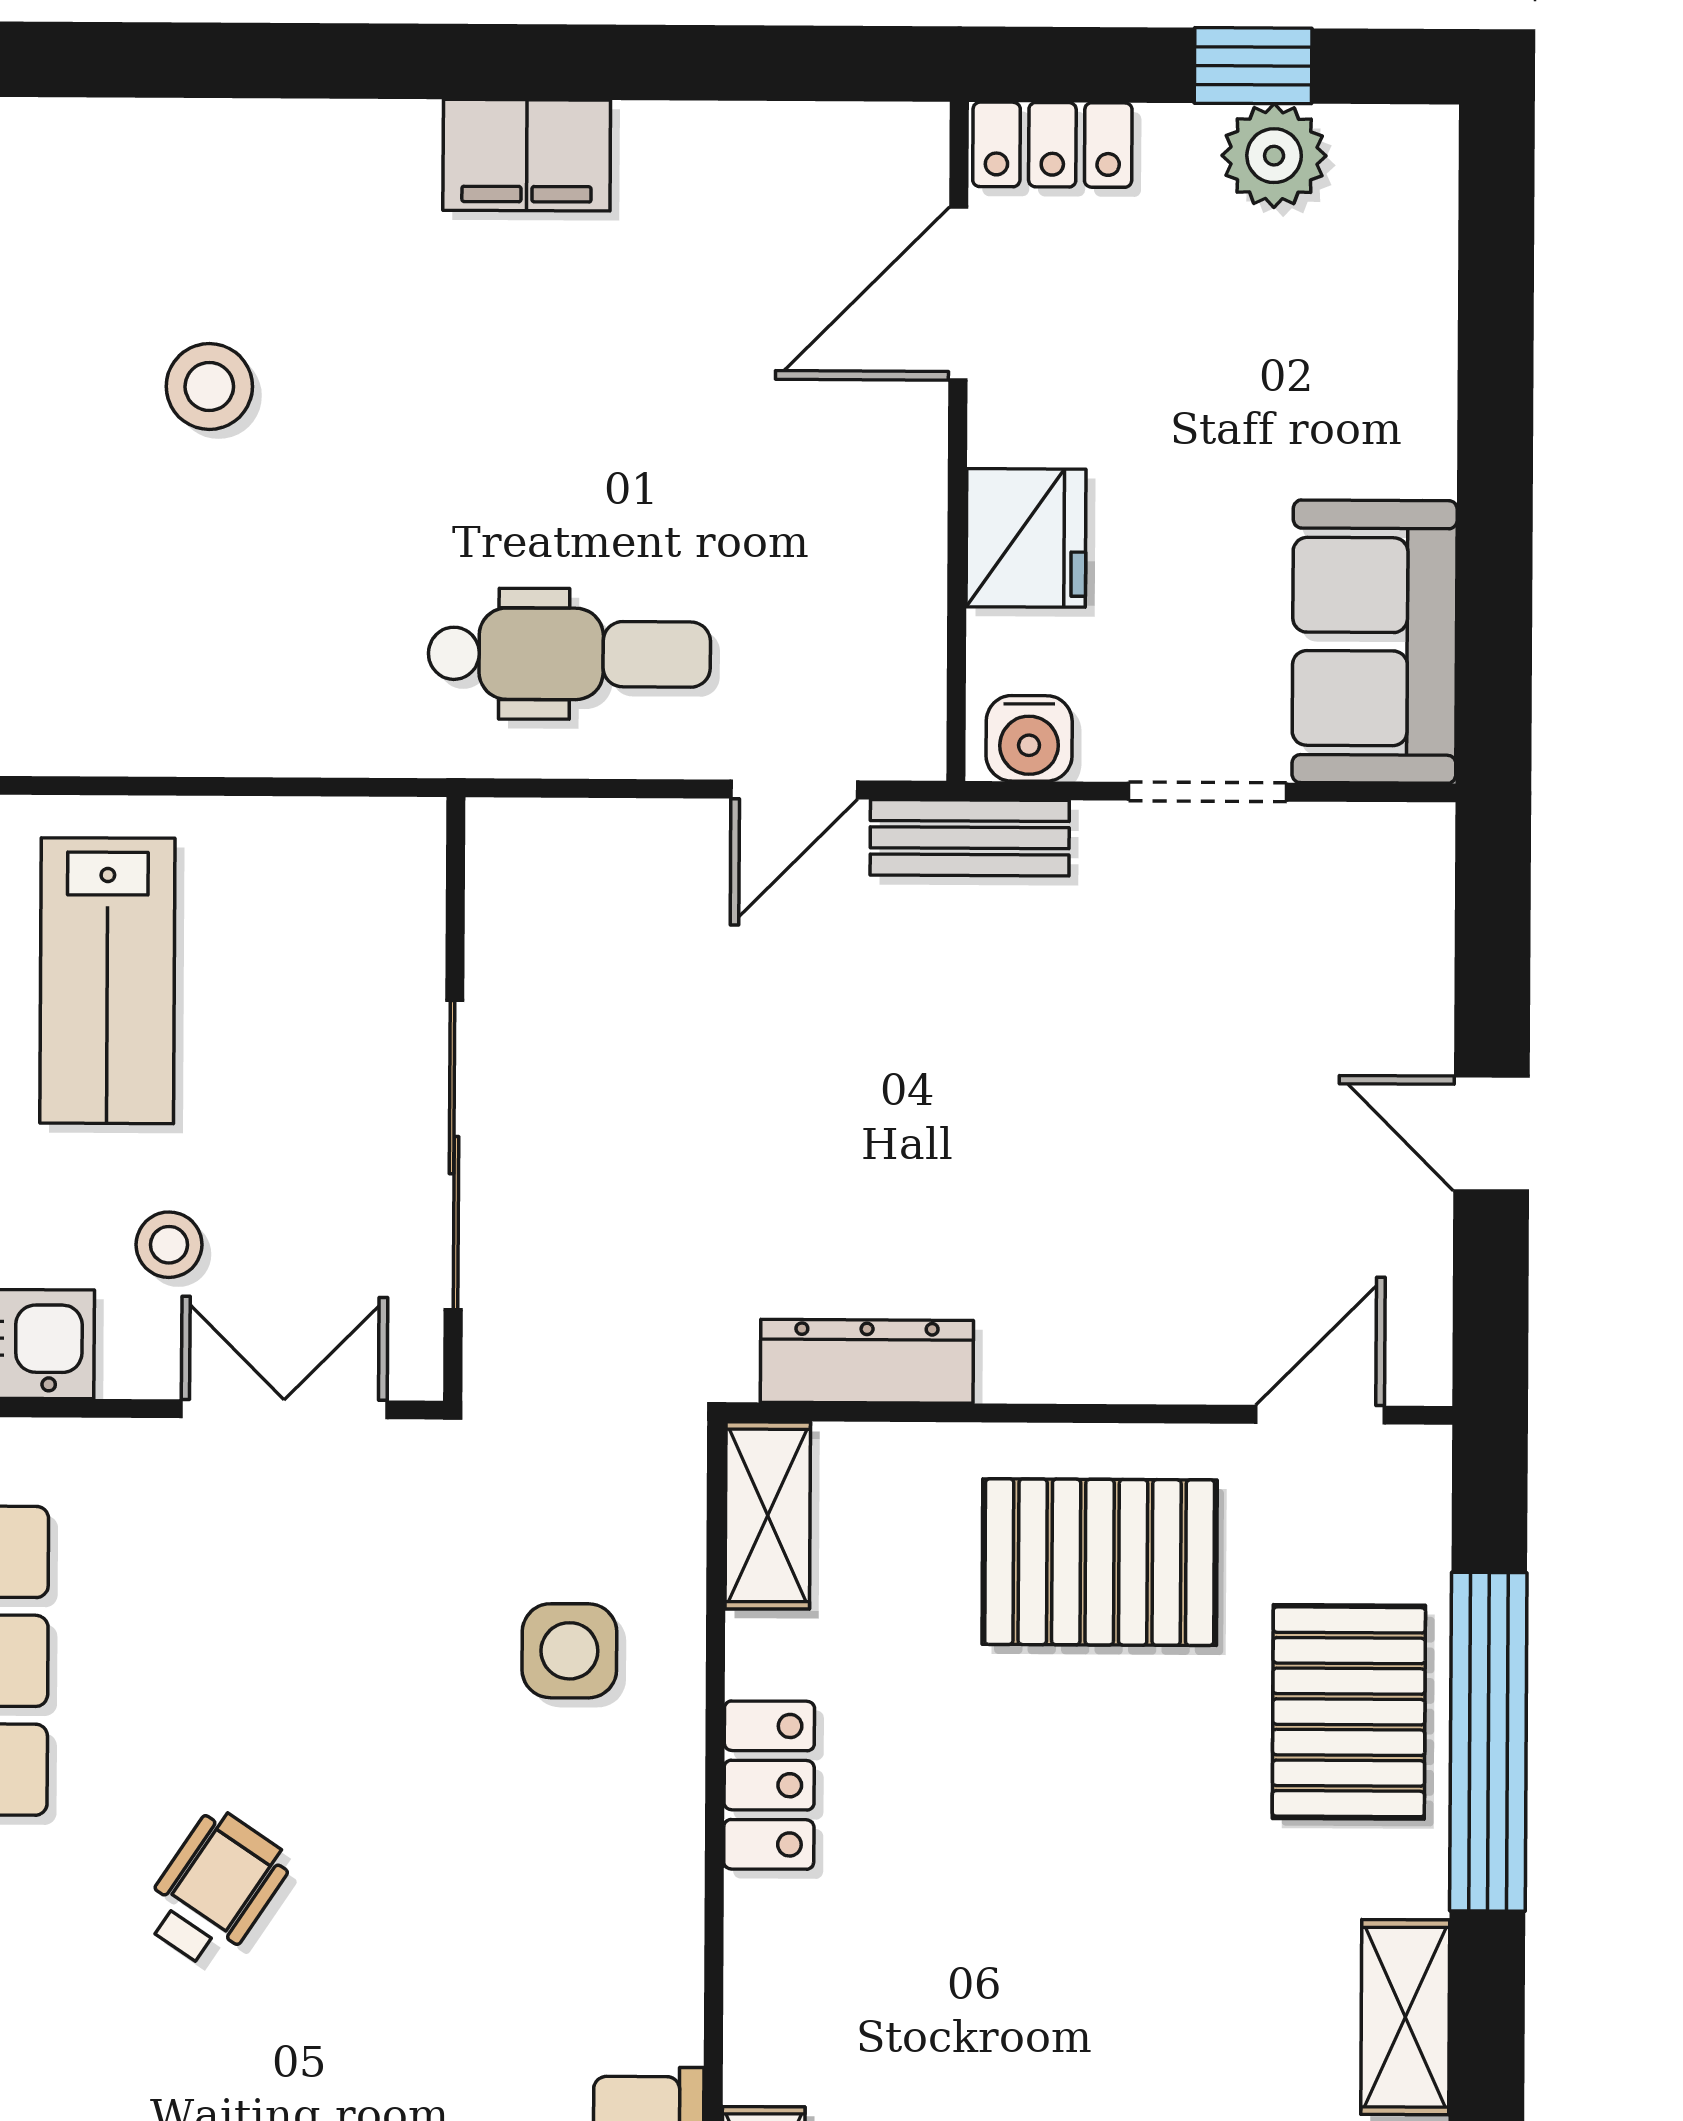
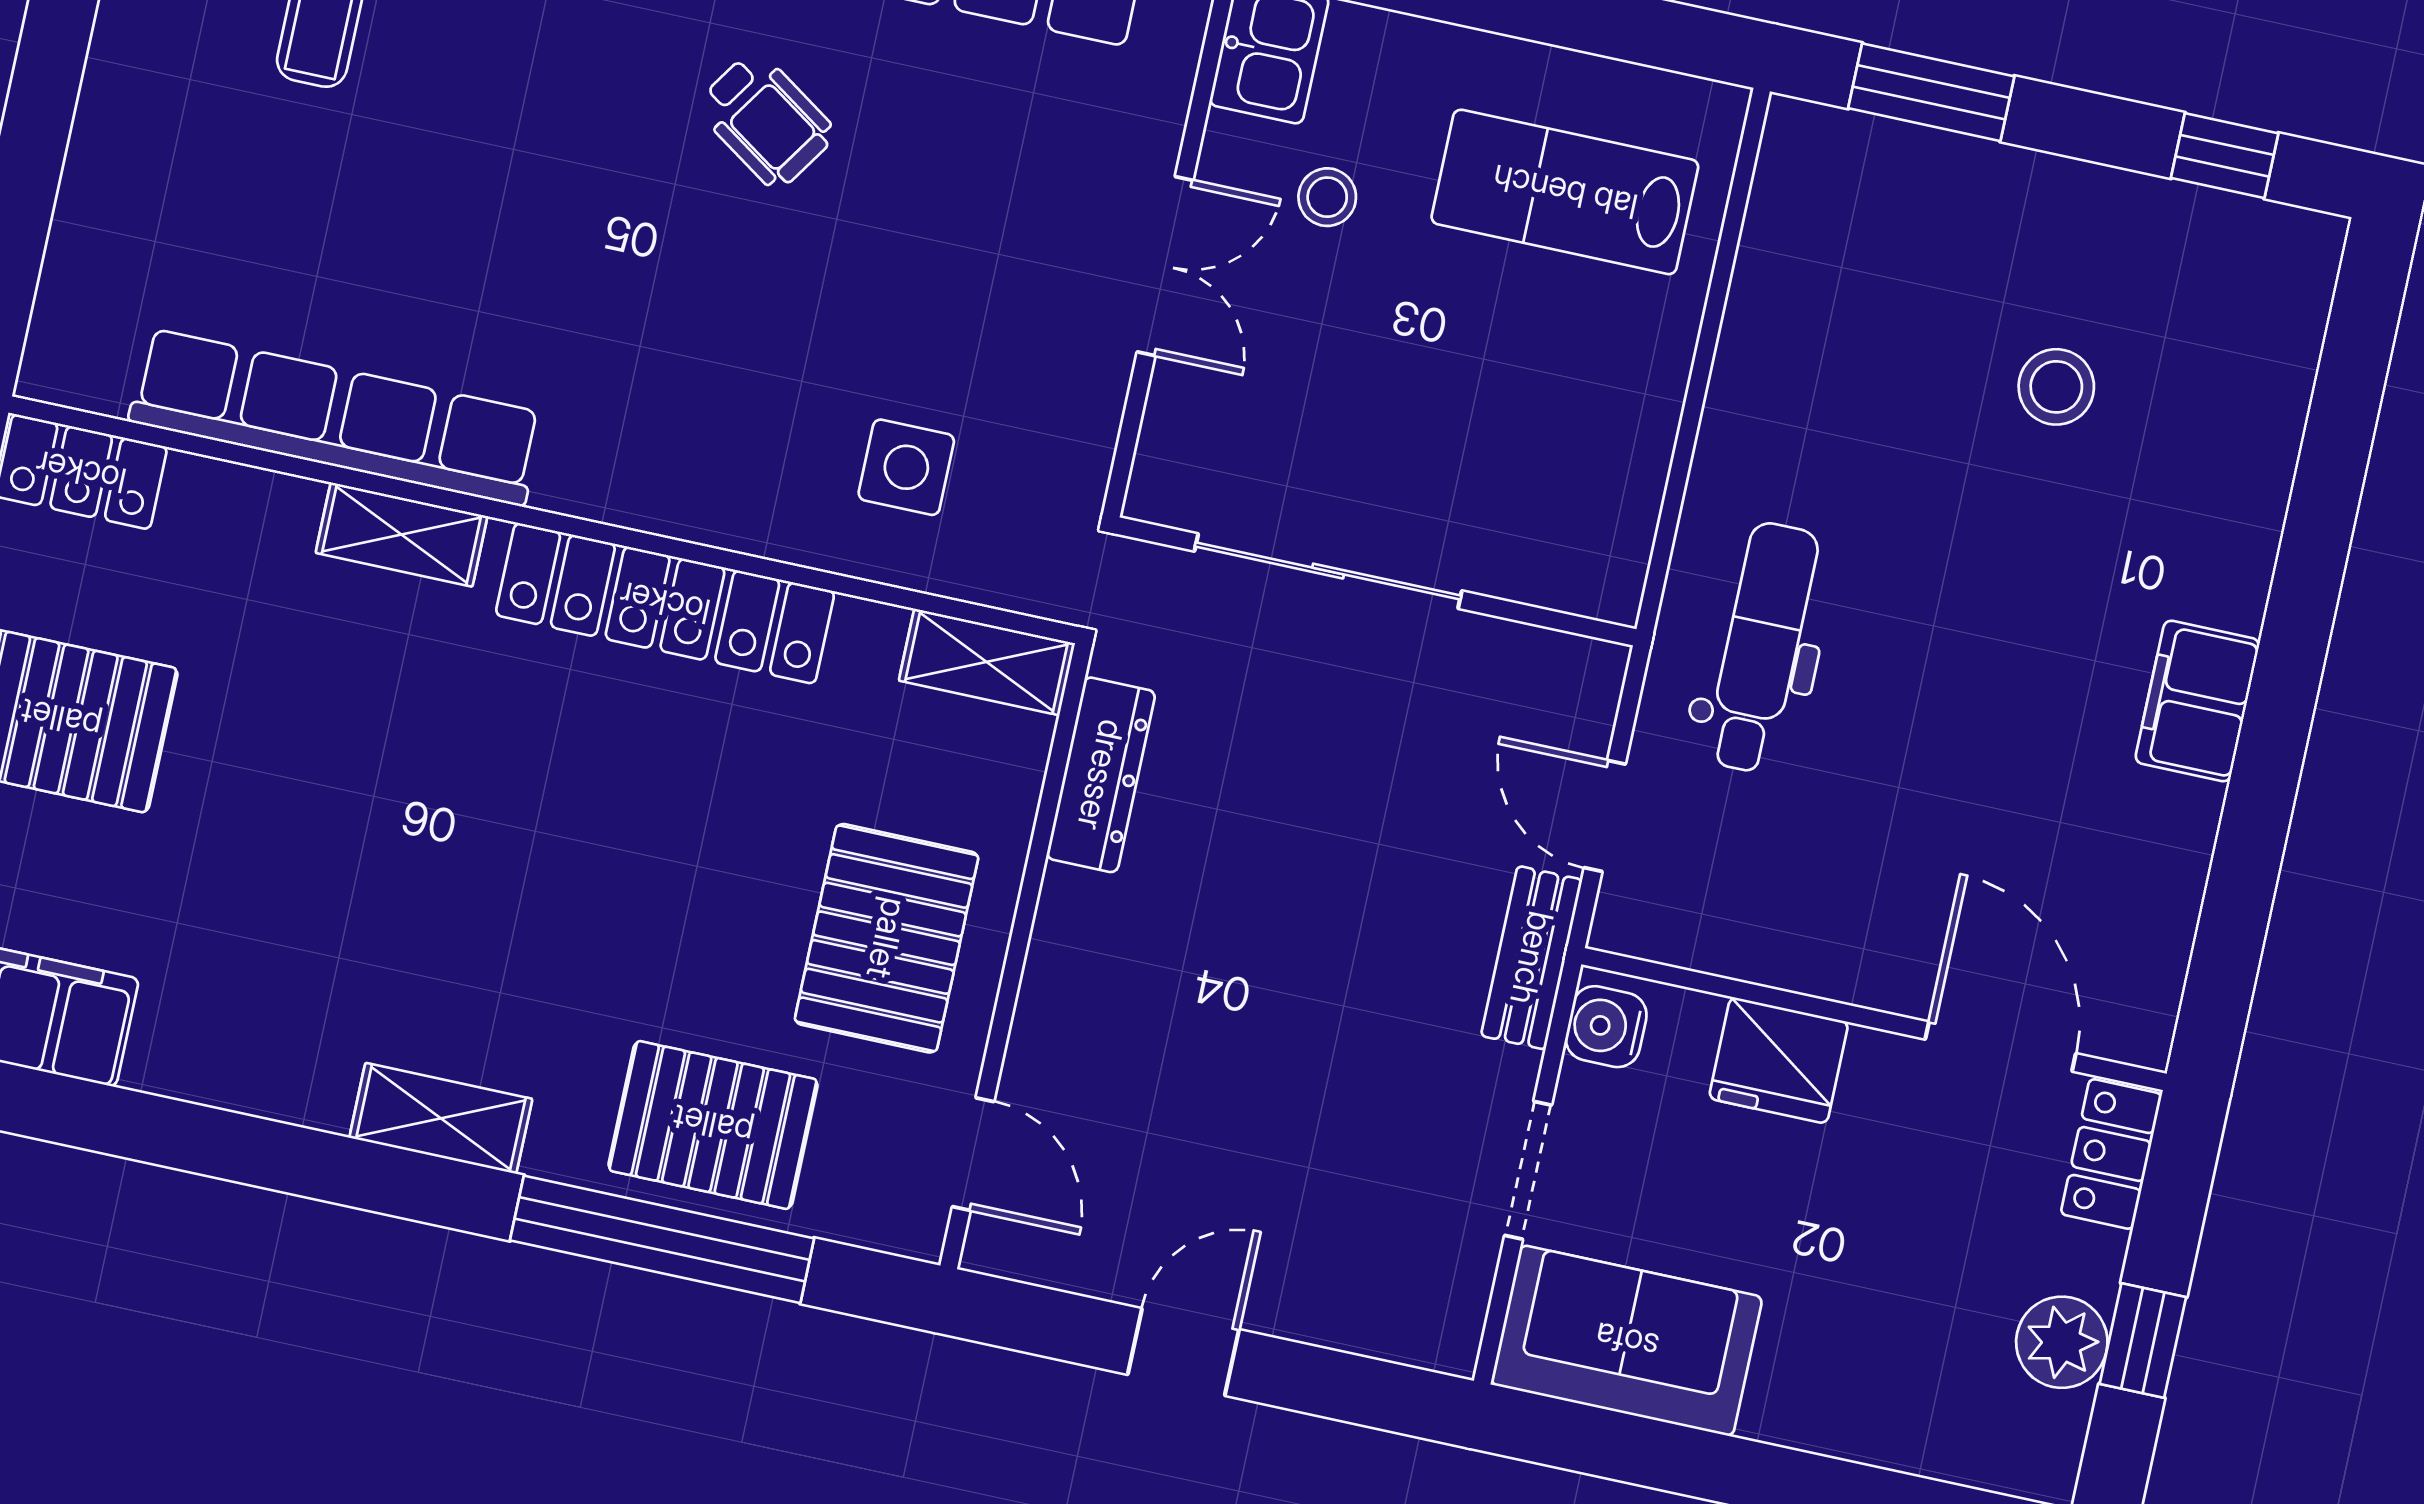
dental chair: (569, 654) -> (1762, 648), turned 180
wall: (454, 1099) -> (1376, 581), moved
sliding door: (454, 1155) -> (1328, 571), moved
locker: (769, 1785) -> (665, 603), width x2.16, depth x1.21

